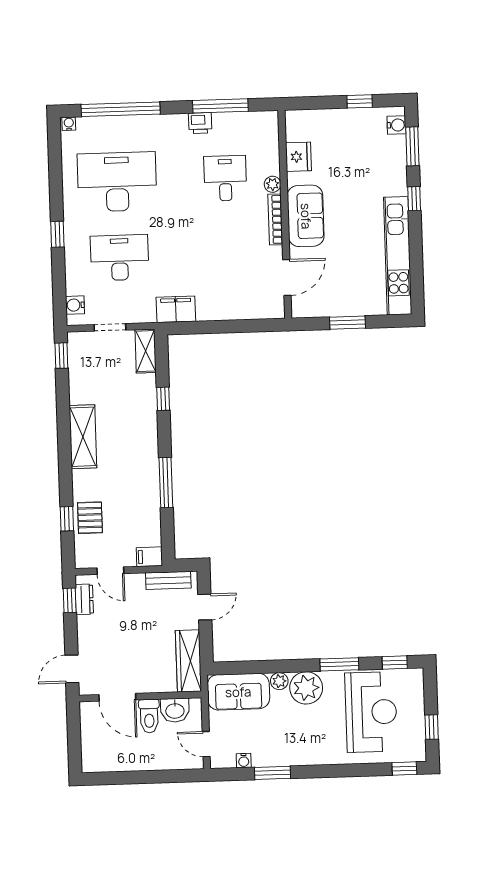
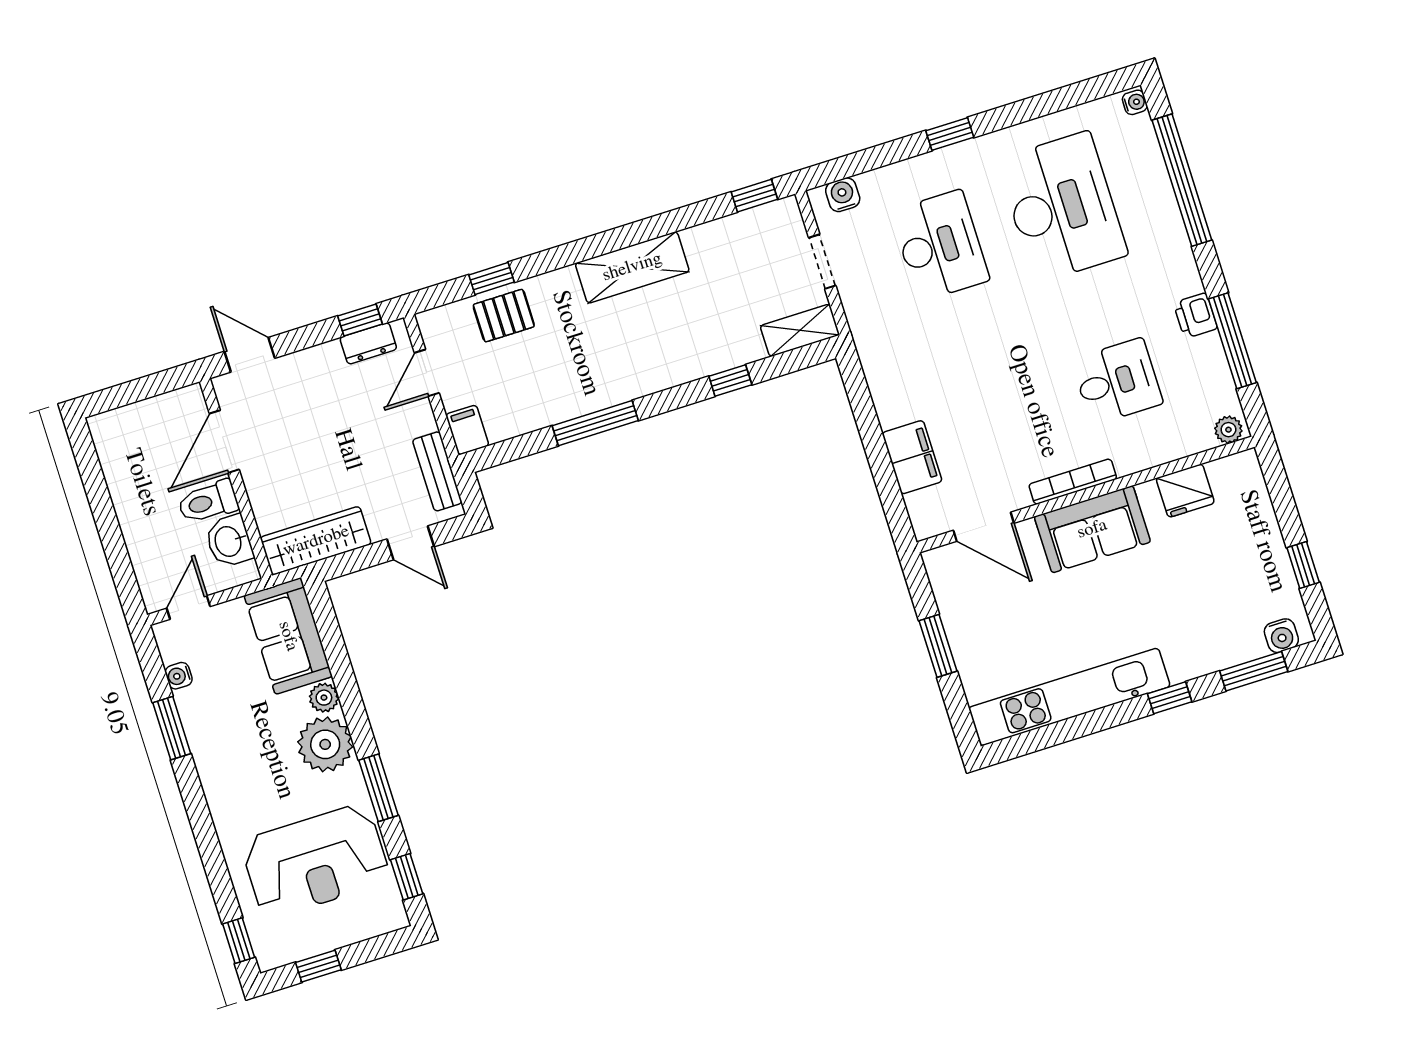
plant: (273, 184) -> (1228, 430), moved
filing cabinet: (176, 309) -> (912, 457), moved

